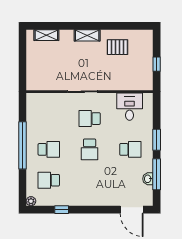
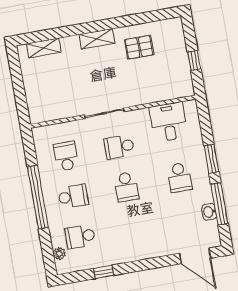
school desk: (49, 119) -> (66, 156), added
school desk: (130, 149) -> (179, 178), turned 90
plant: (31, 201) -> (59, 254), moved

